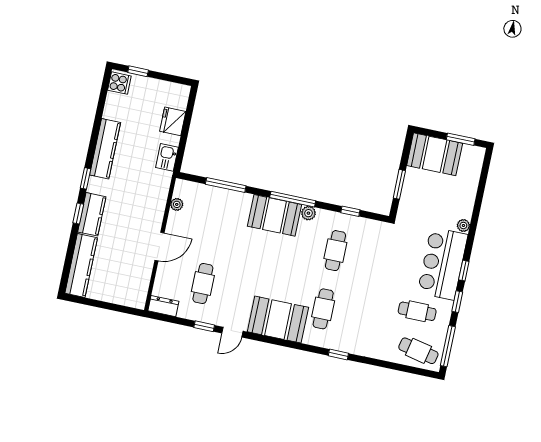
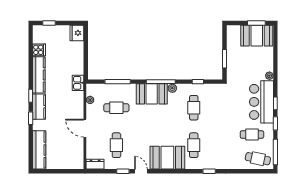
cooker: (119, 83) -> (39, 50), moved
fridge: (173, 121) -> (77, 33), moved
booth: (435, 154) -> (257, 36), moved
kitchen sink: (167, 157) -> (78, 83), moved
kitchen counter: (92, 214) -> (39, 107), moved
cafe table: (215, 225) -> (116, 108), added
door: (159, 247) -> (85, 128), swing flipped
door: (232, 332) -> (141, 171), swing flipped

